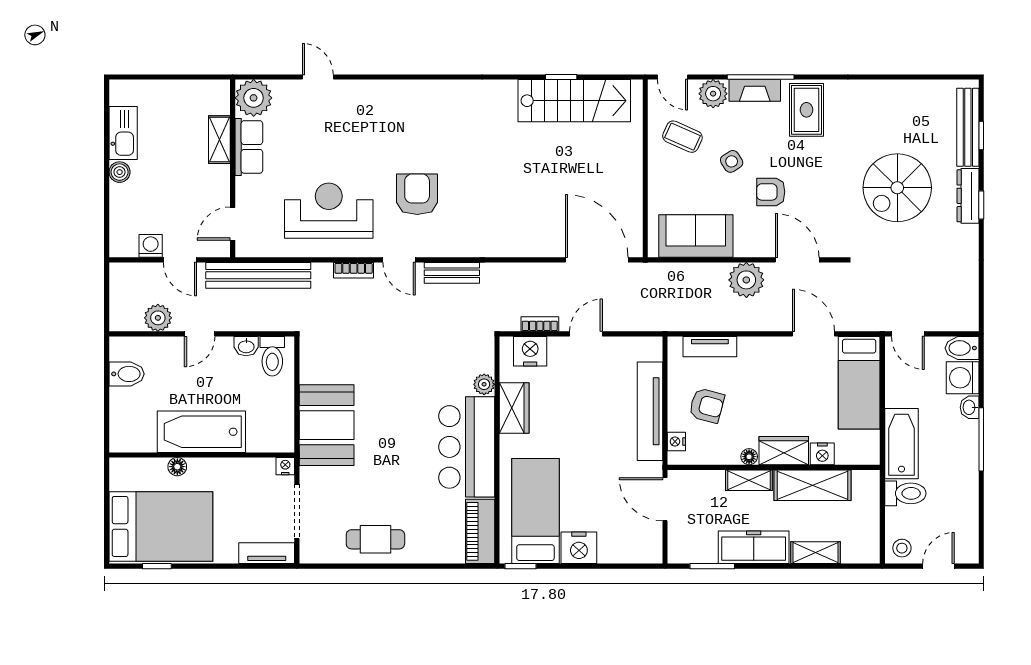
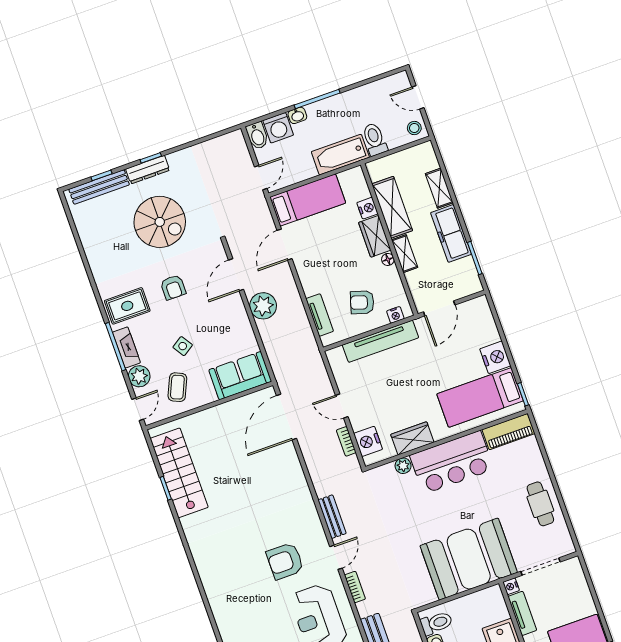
armchair: (771, 192) -> (173, 287), moved
sofa: (696, 236) -> (240, 376), moved, turned 90
armchair: (707, 406) -> (362, 302), turned -88
booth: (327, 425) -> (469, 559), width x1.36, depth x1.42
tv unit: (267, 553) -> (522, 613), moved, turned 180

